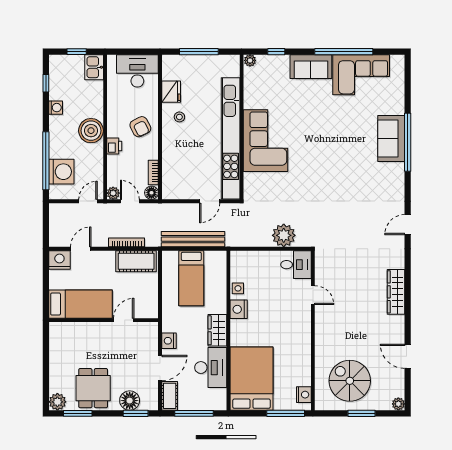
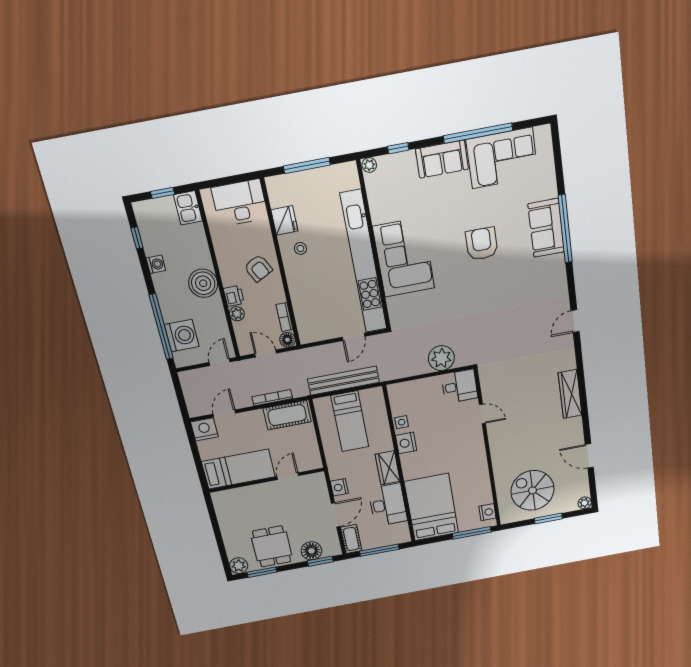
armchair: (334, 142) -> (482, 244), added
plant: (113, 193) -> (237, 314), moved

